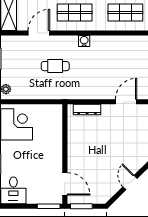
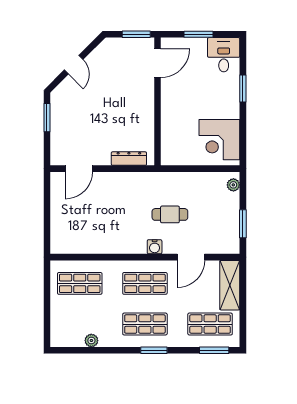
water cooler: (84, 41) -> (155, 247), moved
door: (65, 184) -> (158, 63), swing flipped
window: (49, 206) -> (199, 34), moved

